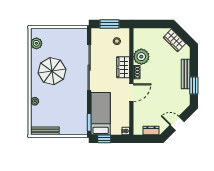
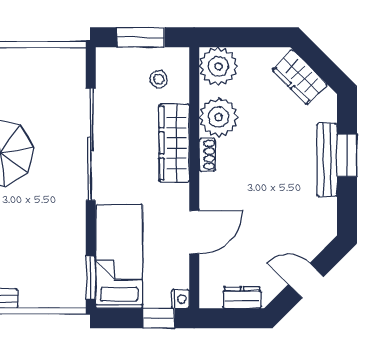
plant: (141, 36) -> (218, 66), added
wardrobe: (123, 67) -> (174, 143), width x1.50
window: (194, 86) -> (347, 155), moved
door: (131, 93) -> (194, 232), moved
window: (104, 139) -> (159, 318), moved

